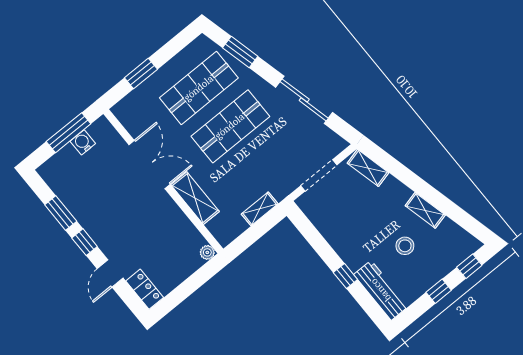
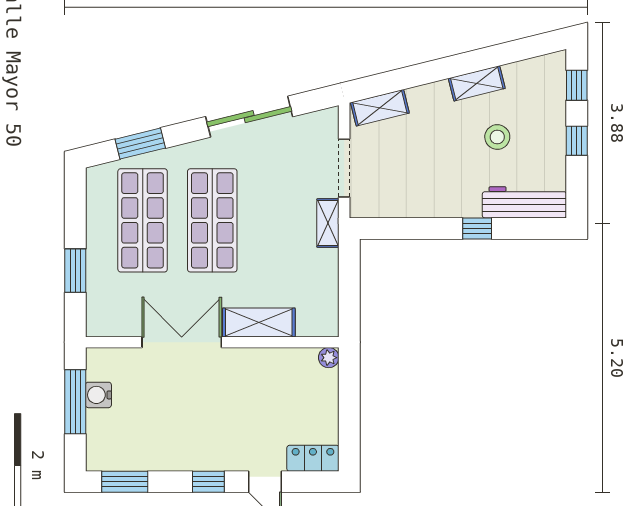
shelving: (260, 209) -> (328, 223), moved
window: (61, 213) -> (125, 482), moved

